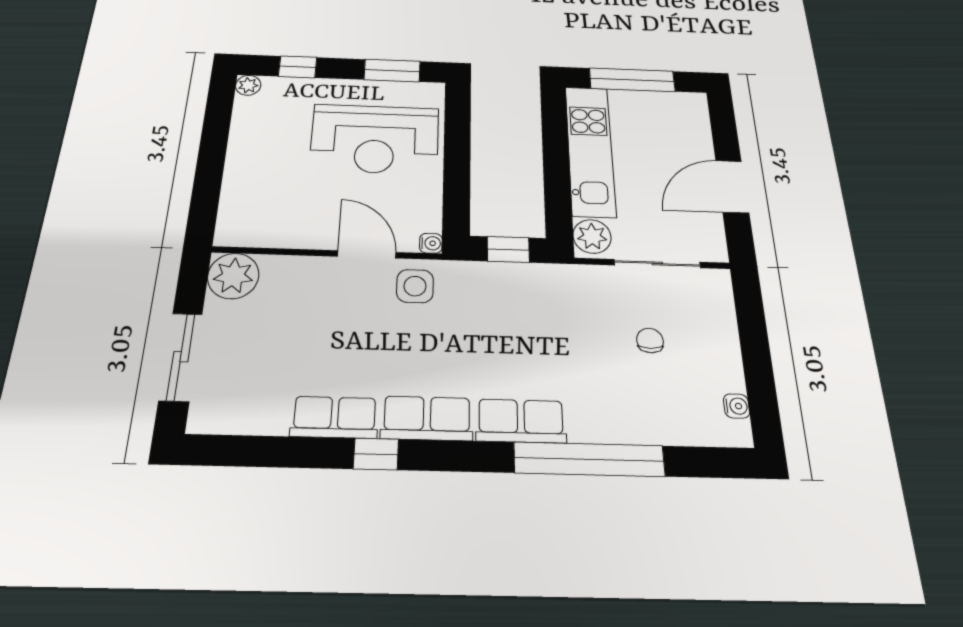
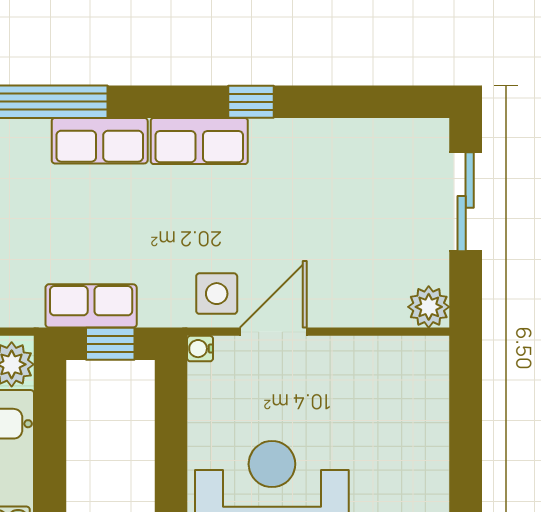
door: (367, 254) -> (273, 332), swing flipped
plant: (233, 276) -> (429, 307), width x0.73, depth x0.73
row of seats: (335, 417) -> (91, 306), moved, turned 180

